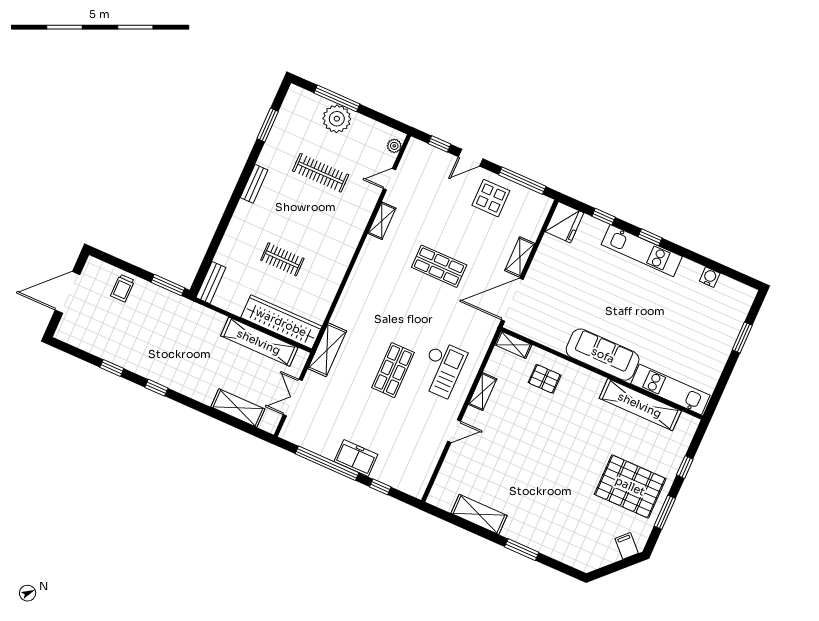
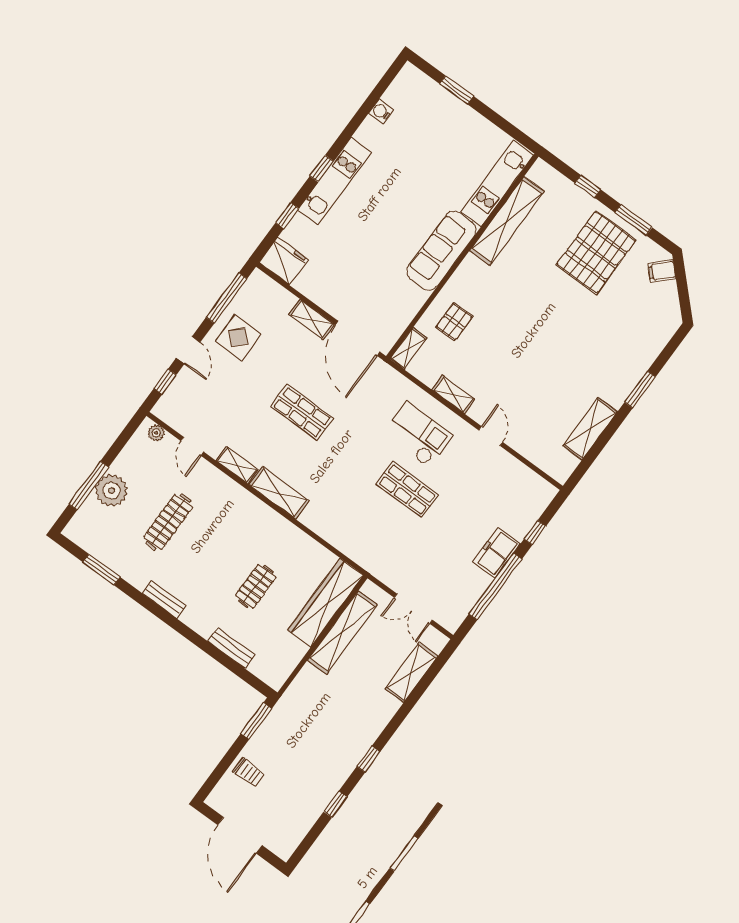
shop shelf: (439, 266) -> (302, 412), turned 90
bench: (211, 283) -> (231, 648), moved
shelving: (327, 350) -> (279, 493), moved

